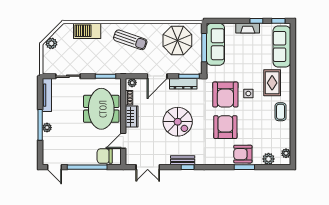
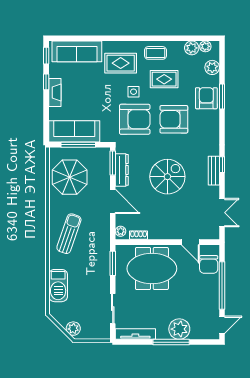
wardrobe: (132, 117) -> (161, 232), removed
rug: (259, 119) -> (164, 79), added
plant: (47, 128) -> (179, 329), width x1.87, depth x1.87
plant: (285, 142) -> (192, 48), added
armchair: (243, 154) -> (206, 98), turned 180

